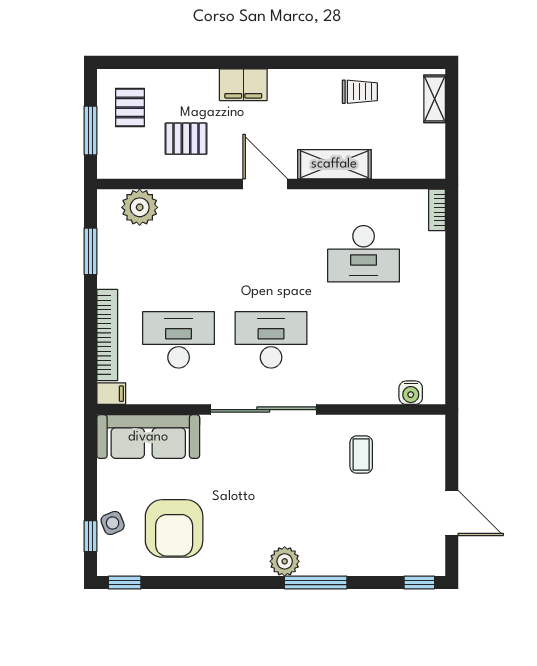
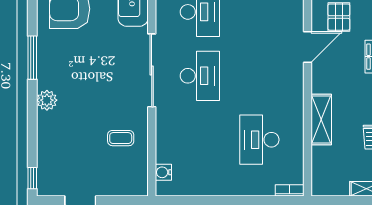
door: (265, 184) -> (307, 47), moved
plant: (285, 561) -> (47, 100), moved
window: (316, 583) -> (32, 58), moved

